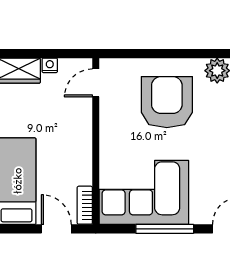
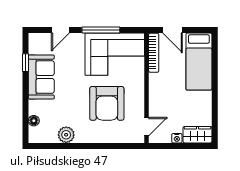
armchair: (167, 102) -> (107, 103), moved
bookcase: (85, 205) -> (154, 53), width x1.56

